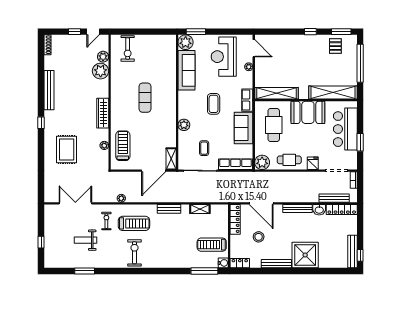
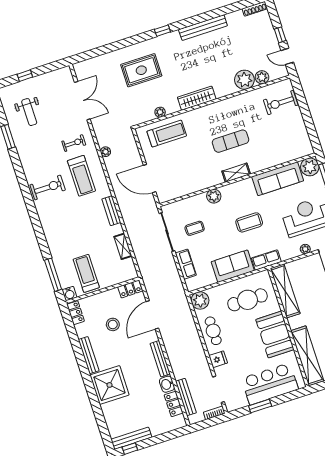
shelving: (171, 159) -> (236, 173), moved
row of seats: (235, 164) -> (186, 264), width x0.68
locker: (342, 210) -> (174, 404), width x0.66
locker: (235, 219) -> (130, 289), width x0.66
weight bench: (85, 240) -> (29, 112), moved, turned 180

